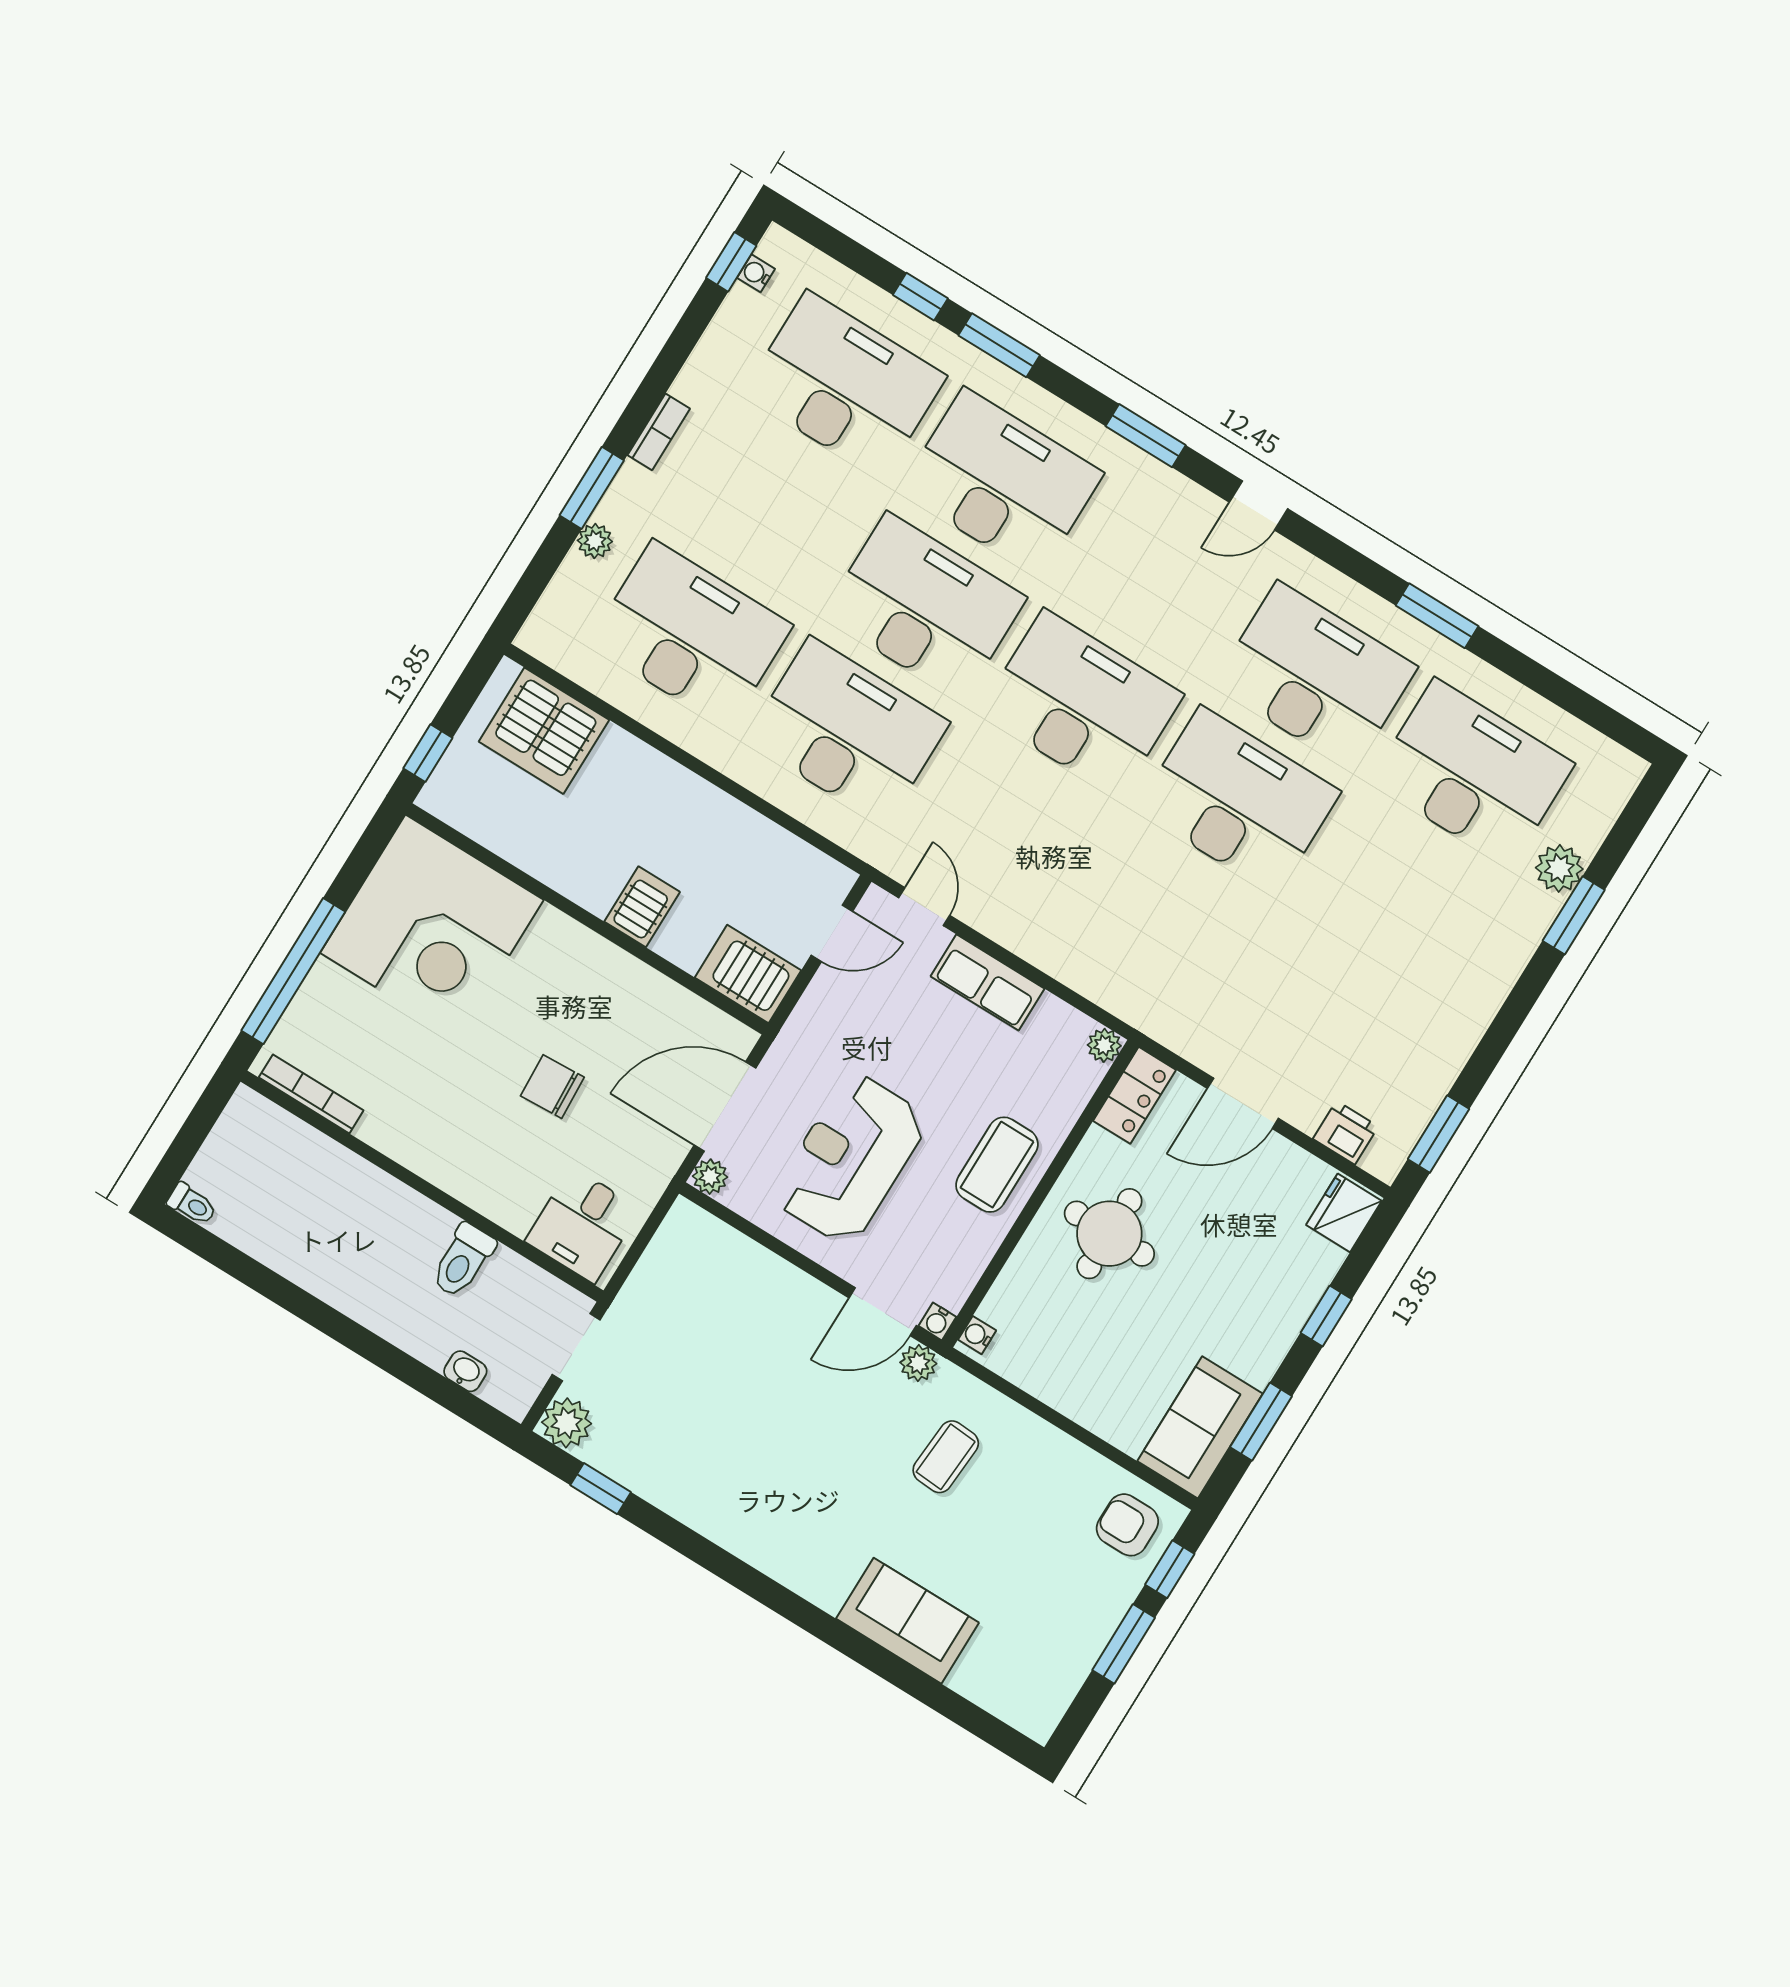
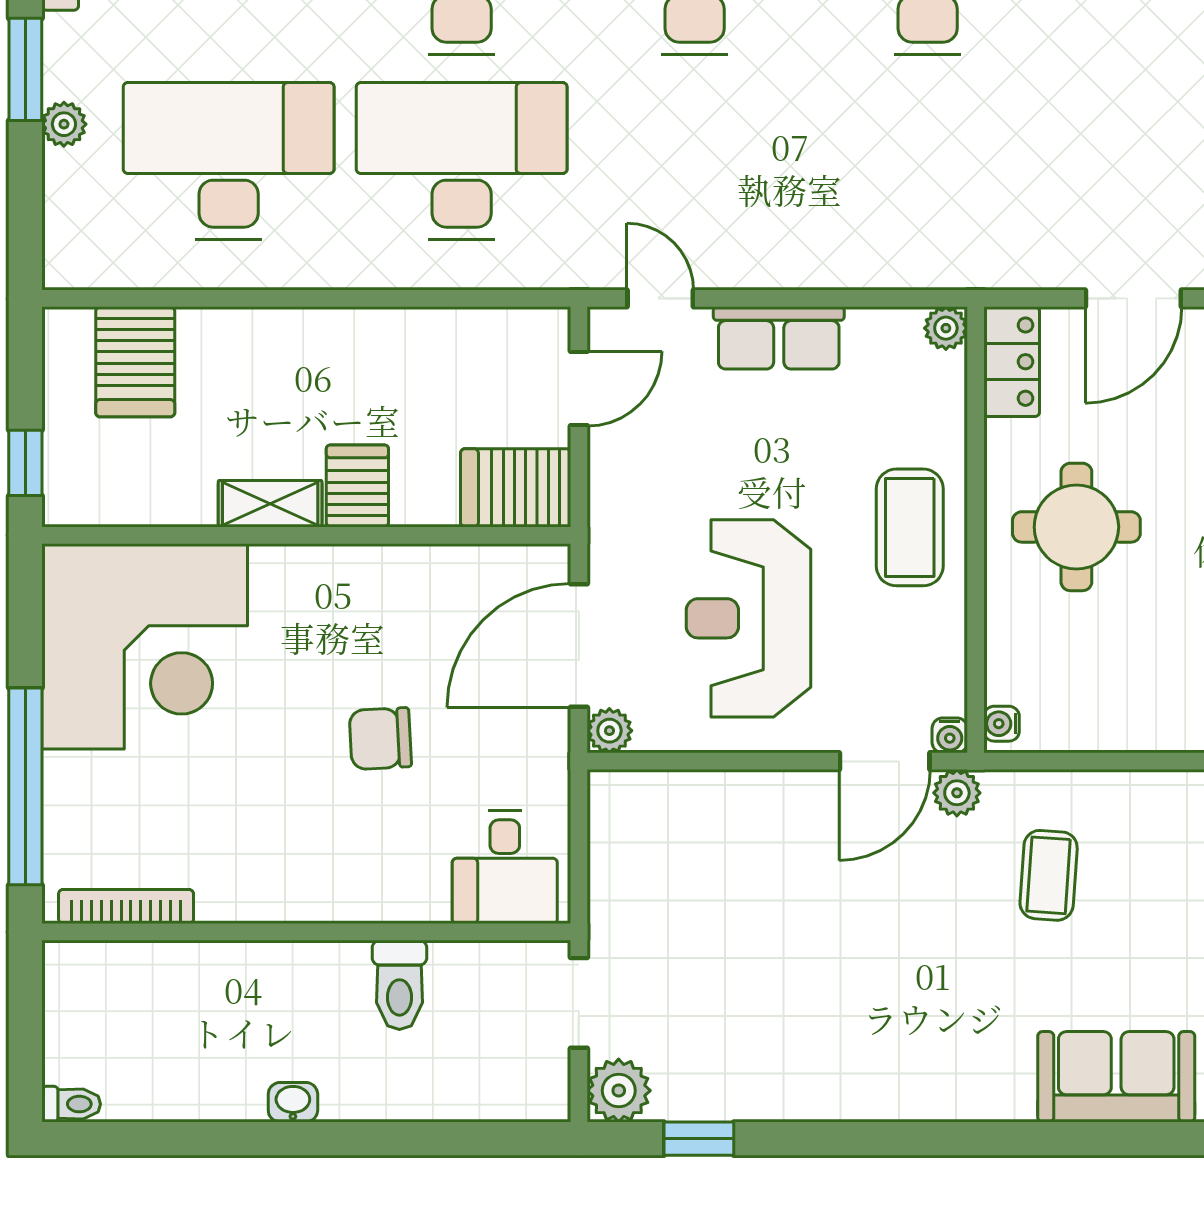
server rack: (544, 731) -> (135, 362), width x0.63
shelving: (576, 882) -> (270, 504), added
washbasin: (465, 1371) -> (293, 1102), moved

